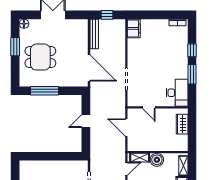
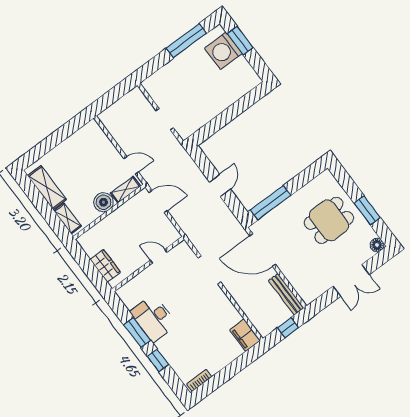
window: (45, 91) -> (271, 203), moved
desk: (177, 93) -> (154, 318), moved
door: (126, 128) -> (158, 201), moved
door: (126, 169) -> (131, 165), swing flipped

